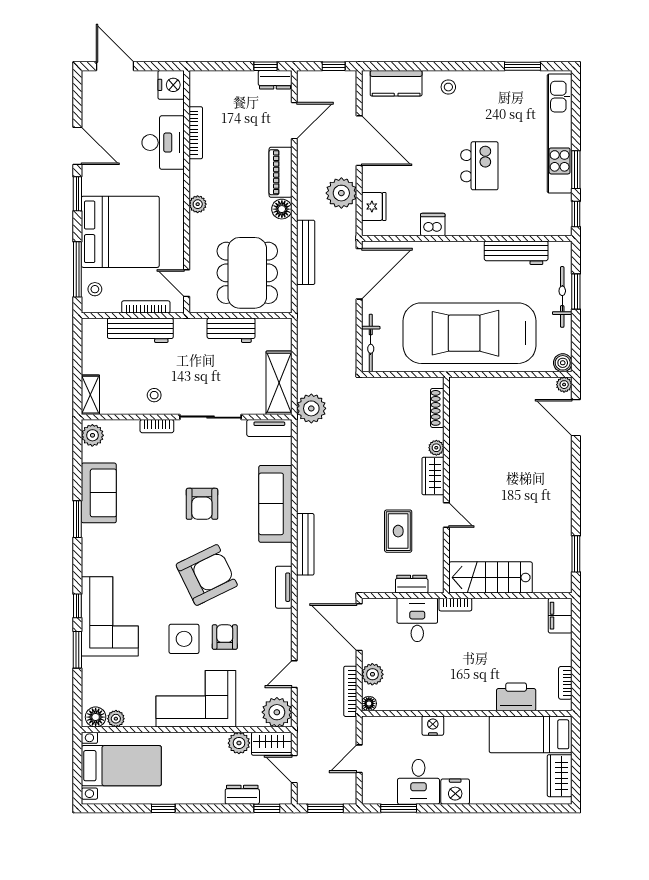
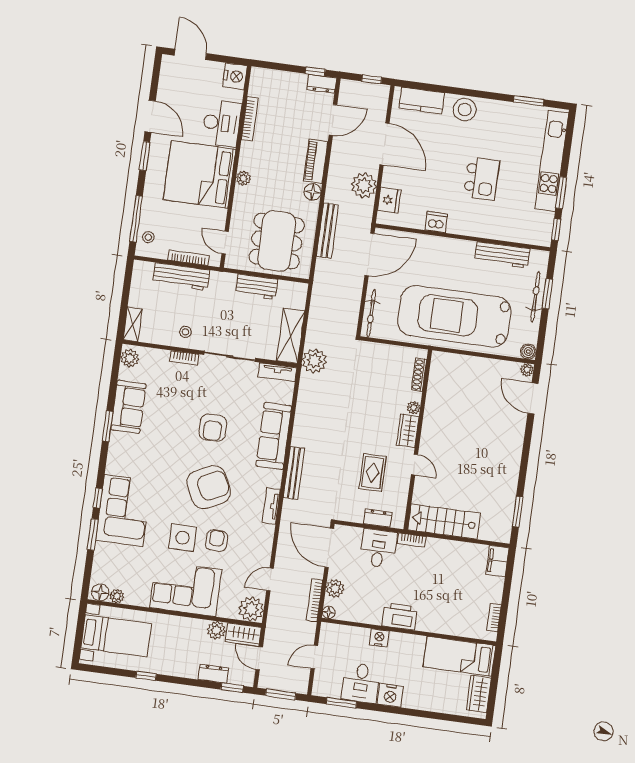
stool: (448, 87) -> (465, 110), width x1.89, depth x1.89
bed: (120, 232) -> (200, 174), moved, turned 180
printer: (516, 697) -> (400, 616), moved

